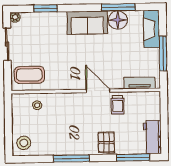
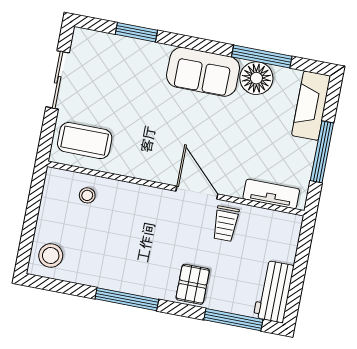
plant: (15, 17) -> (81, 37), removed

